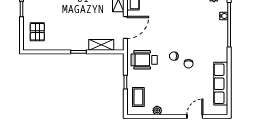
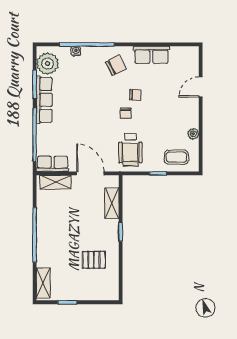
pallet: (37, 32) -> (94, 260), moved
chair: (212, 48) -> (116, 65), added
row of seats: (221, 84) -> (151, 55), width x0.68
door: (195, 116) -> (201, 87), hinge flipped

